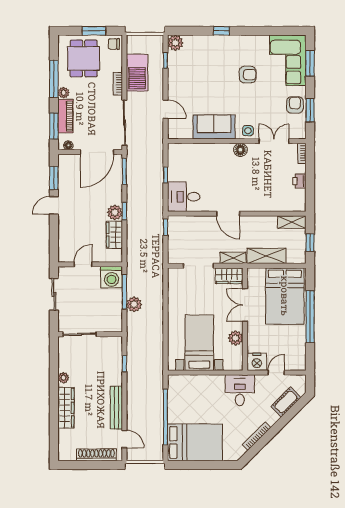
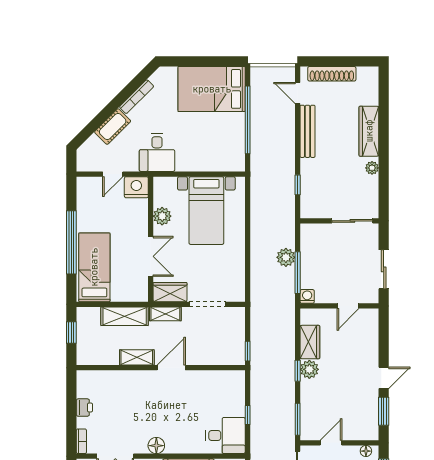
door: (97, 152) -> (331, 443), width x0.53
desk: (184, 197) -> (225, 435), moved
door: (228, 214) -> (171, 368), hinge flipped
shelving: (292, 222) -> (137, 357), moved
washing machine: (112, 277) -> (307, 296), width x0.53, depth x0.53
bed: (285, 296) -> (94, 267), width x0.67
cot: (286, 402) -> (113, 127), moved

